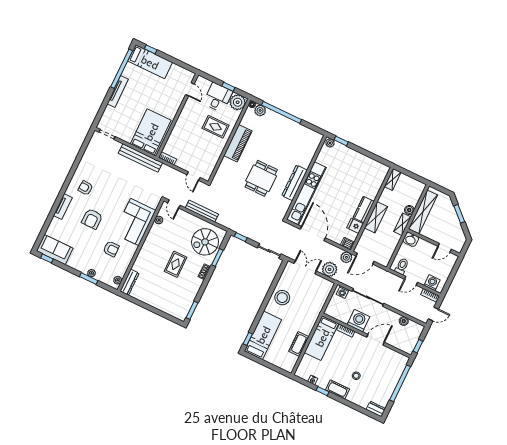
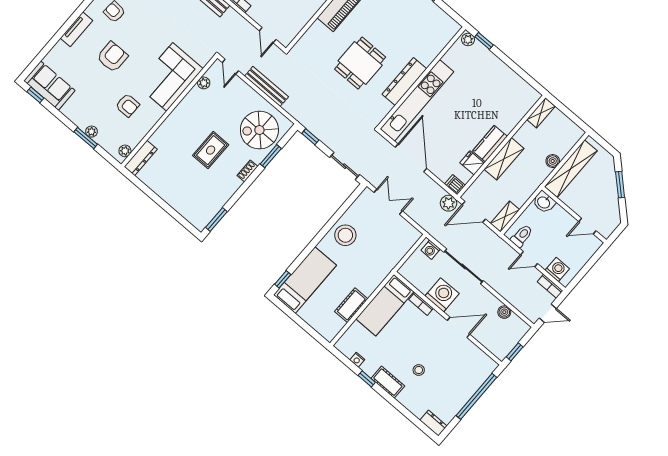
armchair: (92, 219) -> (112, 57), turned 180
shelving: (402, 224) -> (505, 217), moved
plant: (330, 269) -> (421, 214), removed

